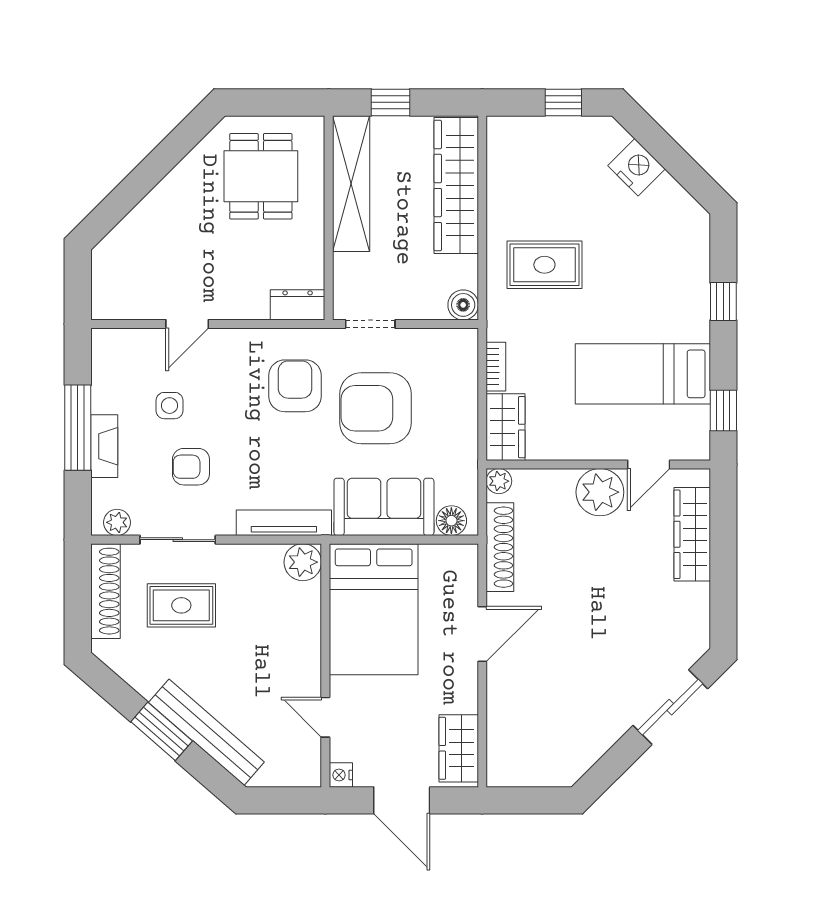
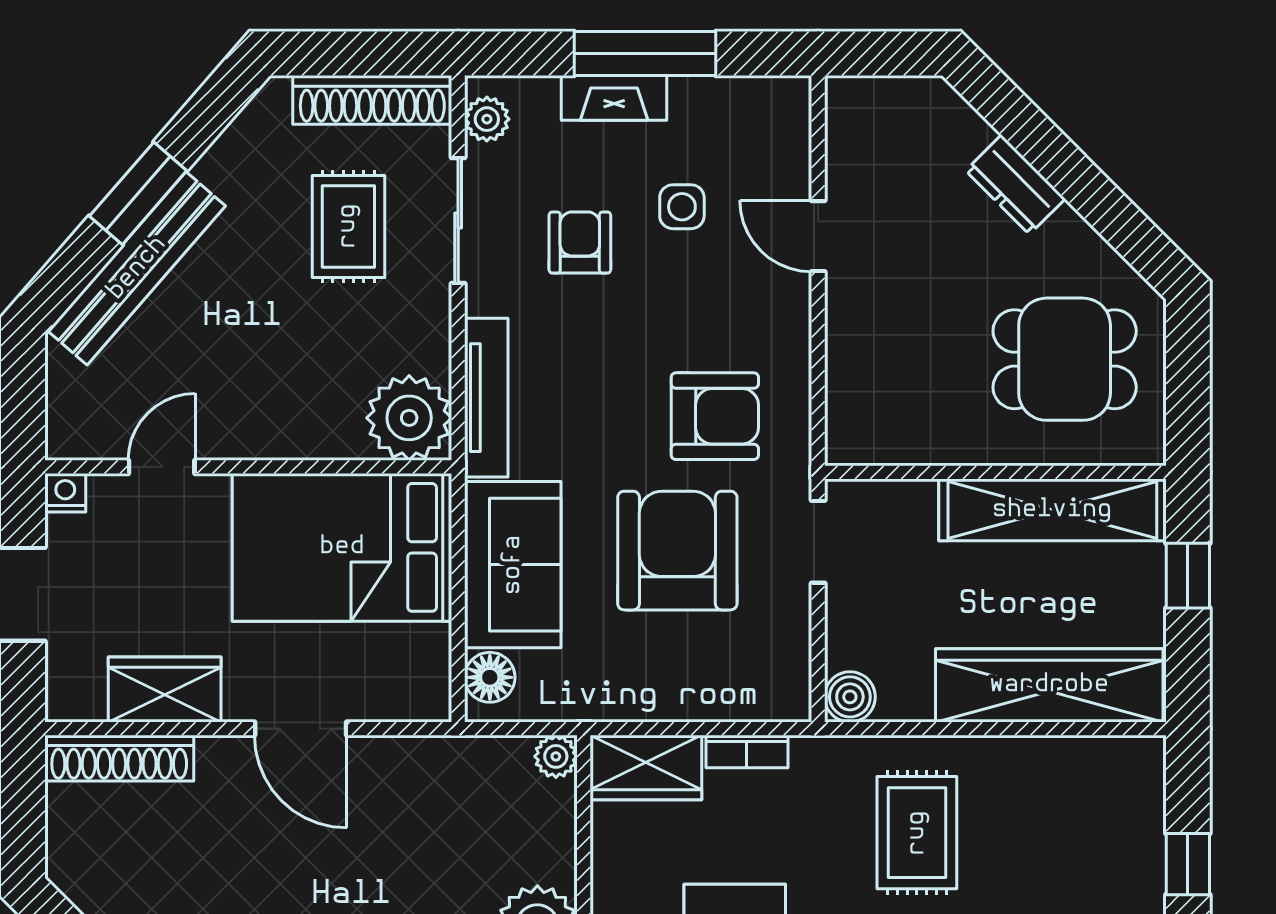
dresser: (298, 305) -> (1015, 185), moved, turned 135
shoe rack: (500, 547) -> (119, 758), moved
plant: (303, 562) -> (409, 418), width x1.36, depth x1.36
wardrobe: (459, 748) -> (165, 689), moved

